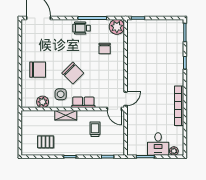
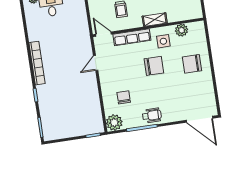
chair: (73, 73) -> (154, 66), turned 135
door: (126, 99) -> (96, 63), moved
row of seats: (83, 102) -> (132, 37), width x1.48
bookcase: (179, 106) -> (37, 63), moved

